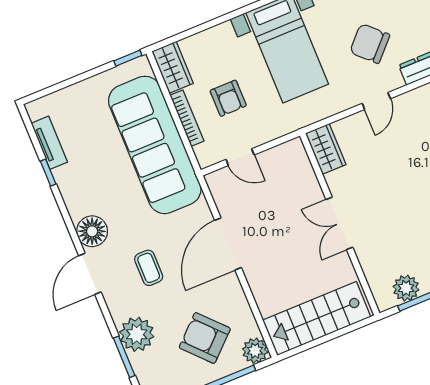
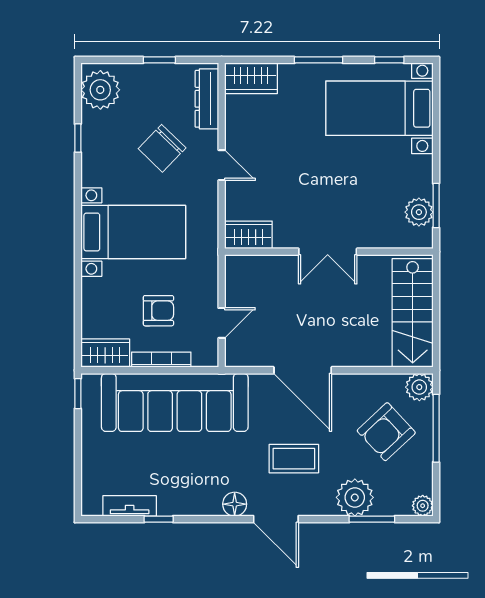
floor lamp: (92, 231) -> (235, 504), width x0.73, depth x0.73
coffee table: (149, 268) -> (294, 459), width x1.36, depth x1.30

